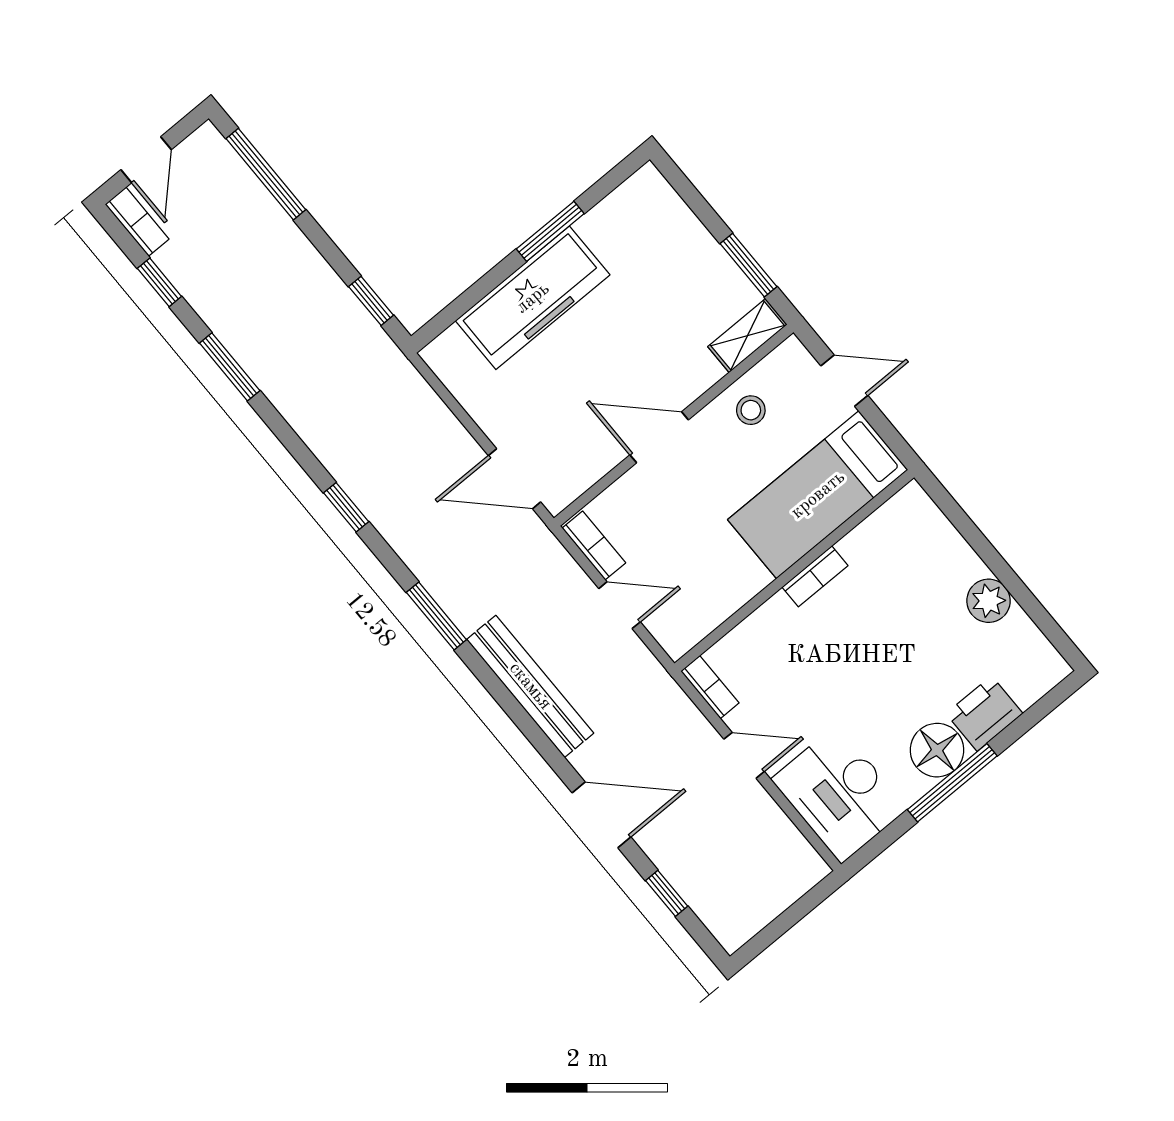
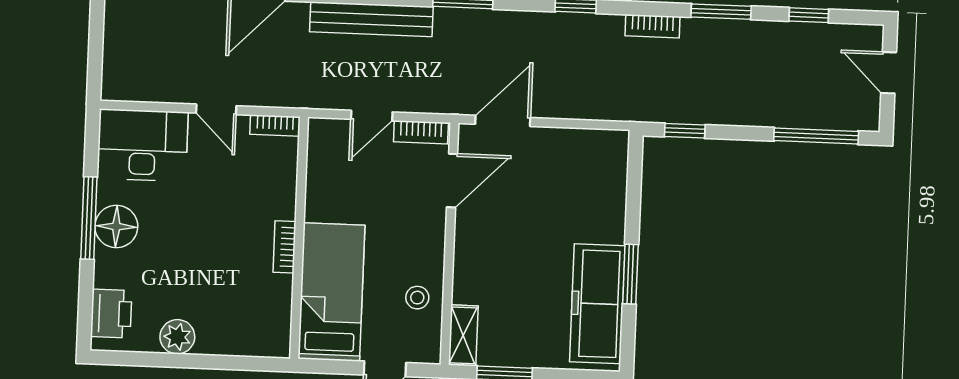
bookcase: (137, 222) -> (653, 26), moved
freezer: (533, 298) -> (597, 304), moved
door: (659, 437) -> (452, 181), moved
printer: (984, 713) -> (111, 314), moved
door: (744, 755) -> (216, 109), hinge flipped

